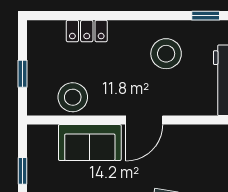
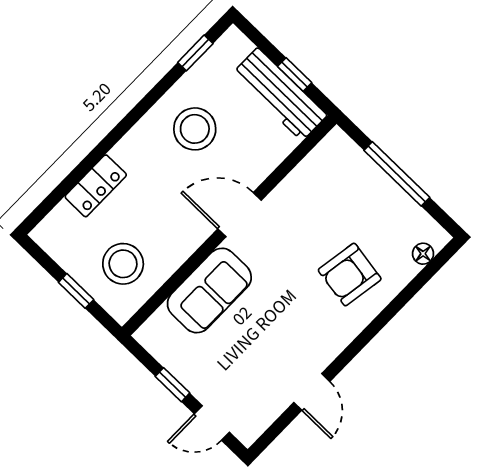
stool: (73, 97) -> (123, 264), moved
door: (144, 120) -> (240, 215), swing flipped

